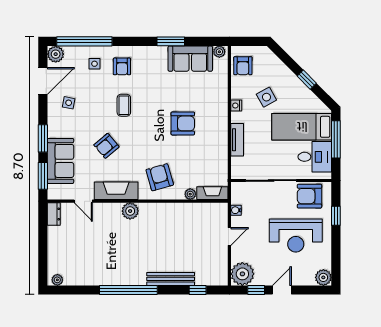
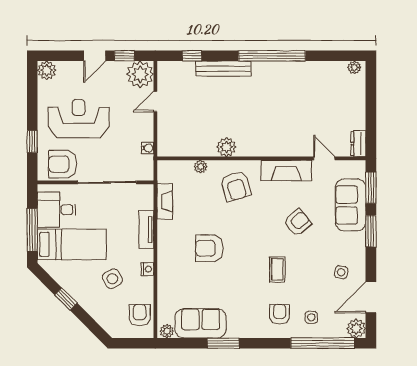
fireplace: (212, 193) -> (165, 201), moved, turned -90
armchair: (309, 196) -> (63, 164), turned 180
plant: (130, 211) -> (226, 147), moved
door: (229, 236) -> (155, 101), moved

